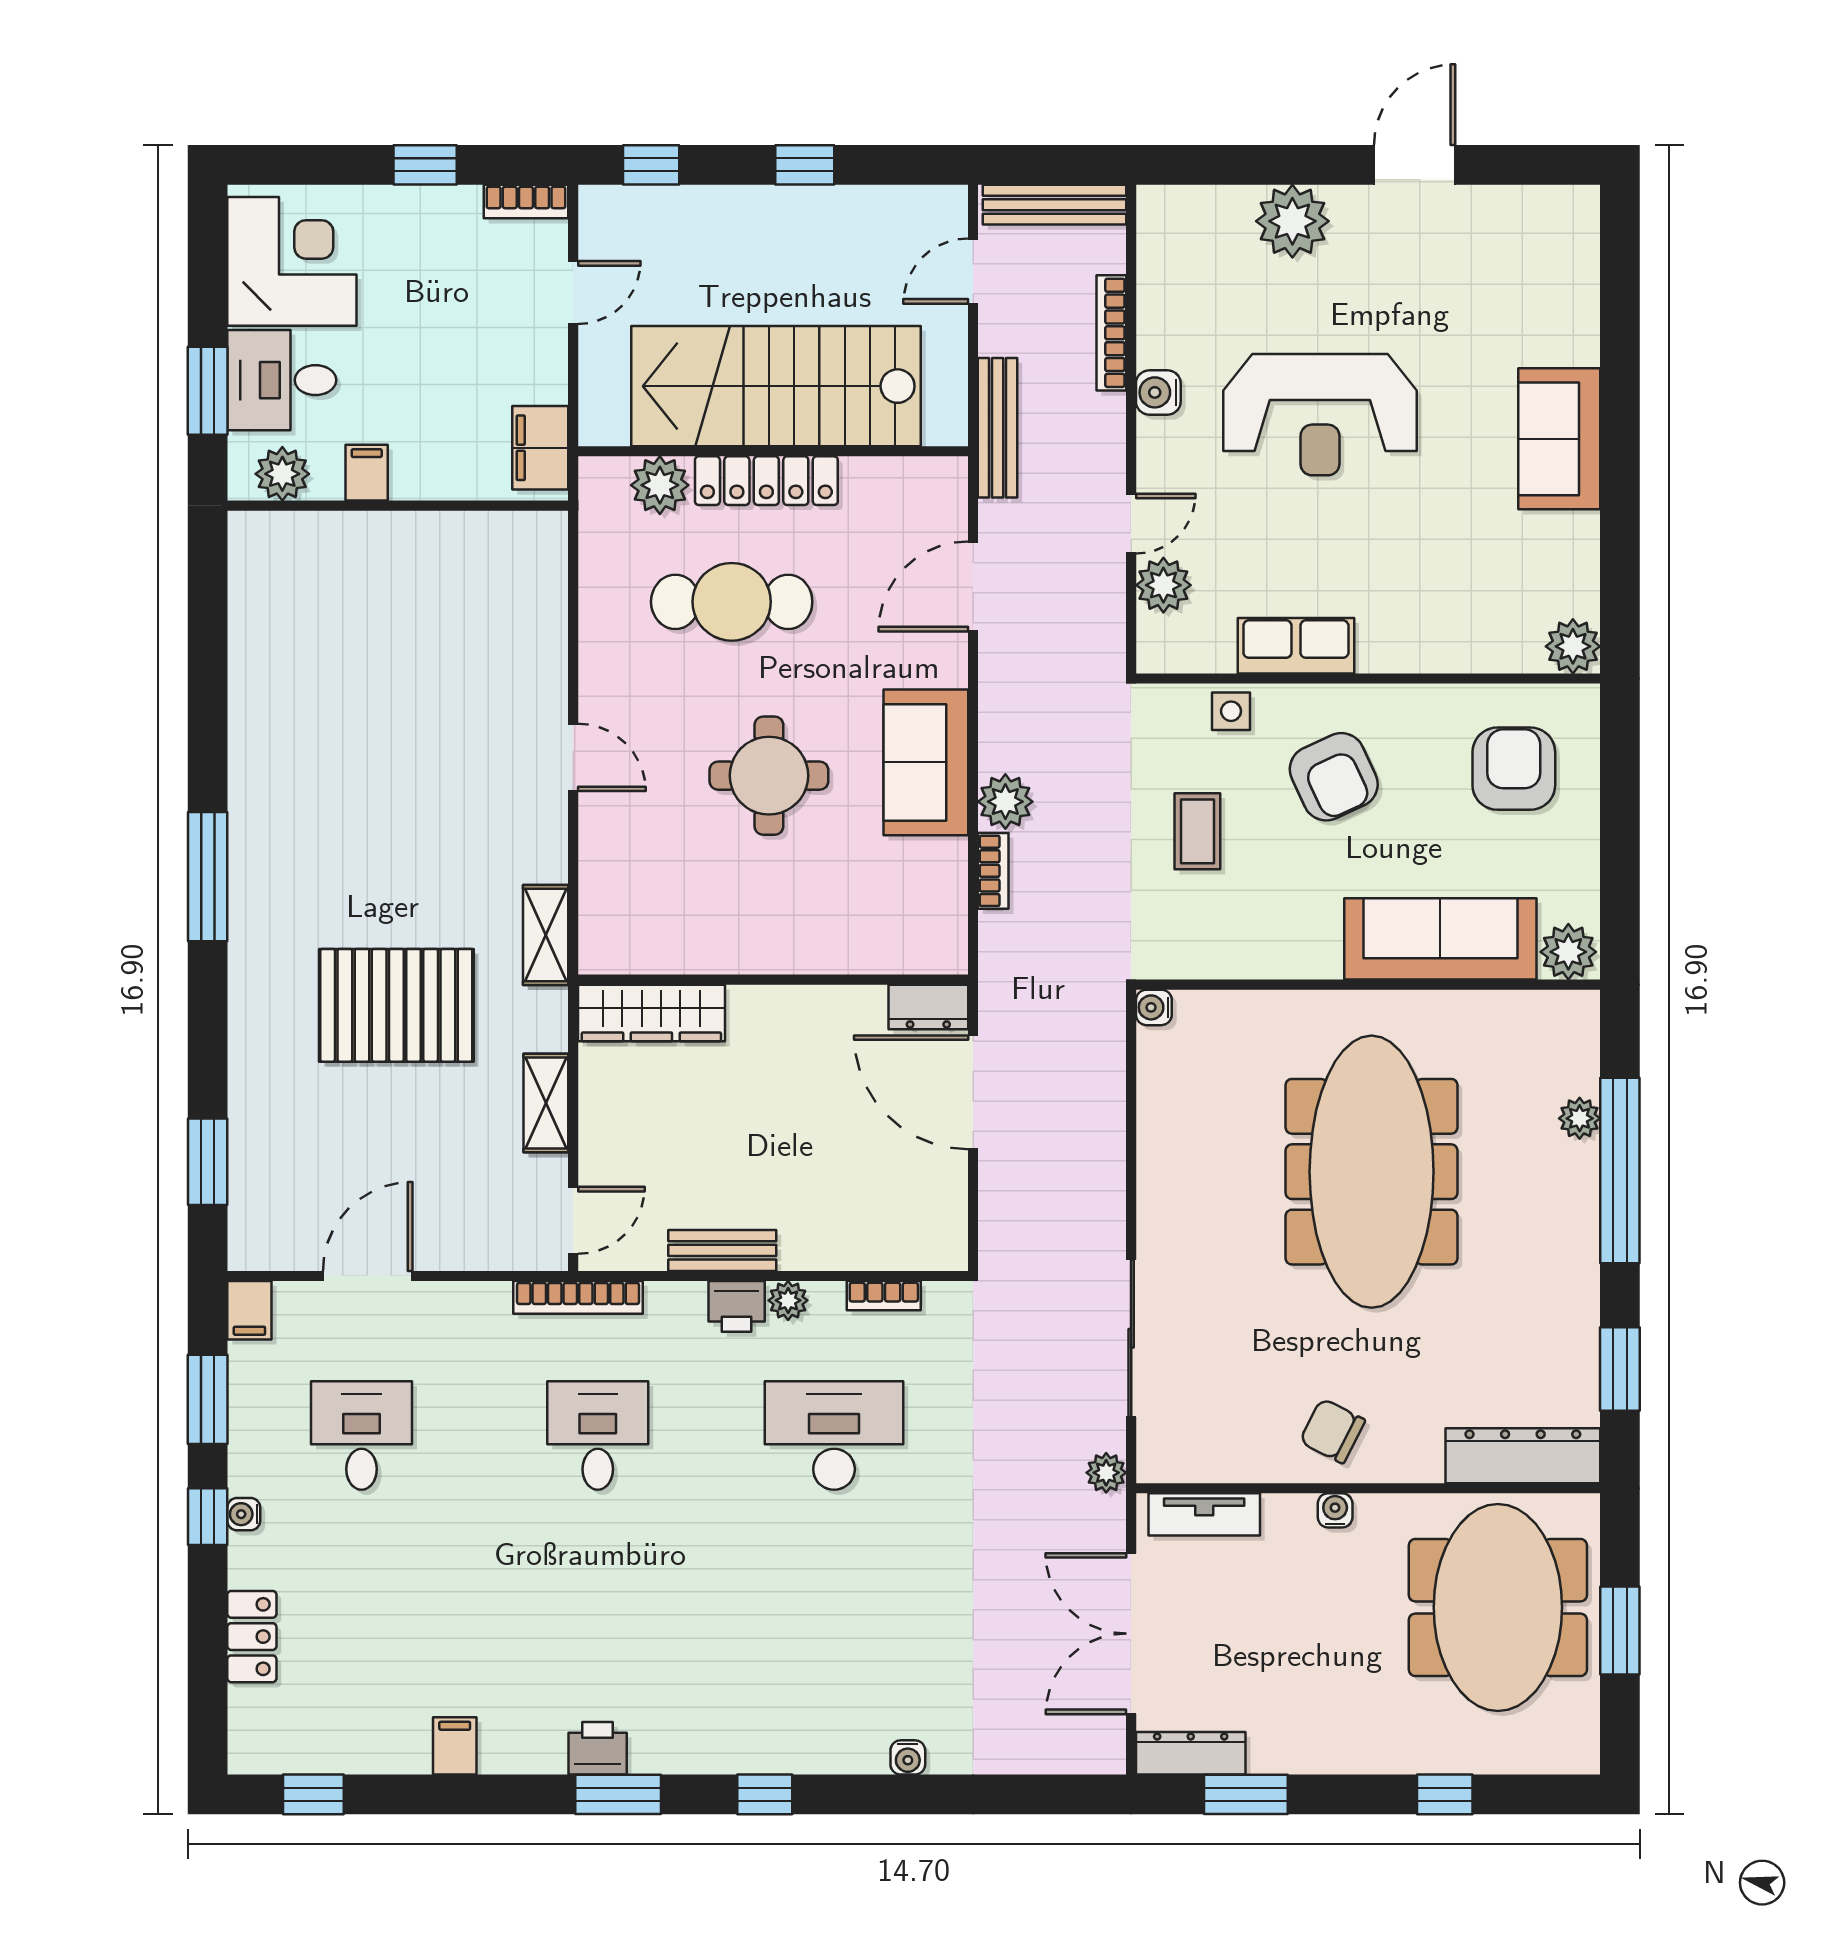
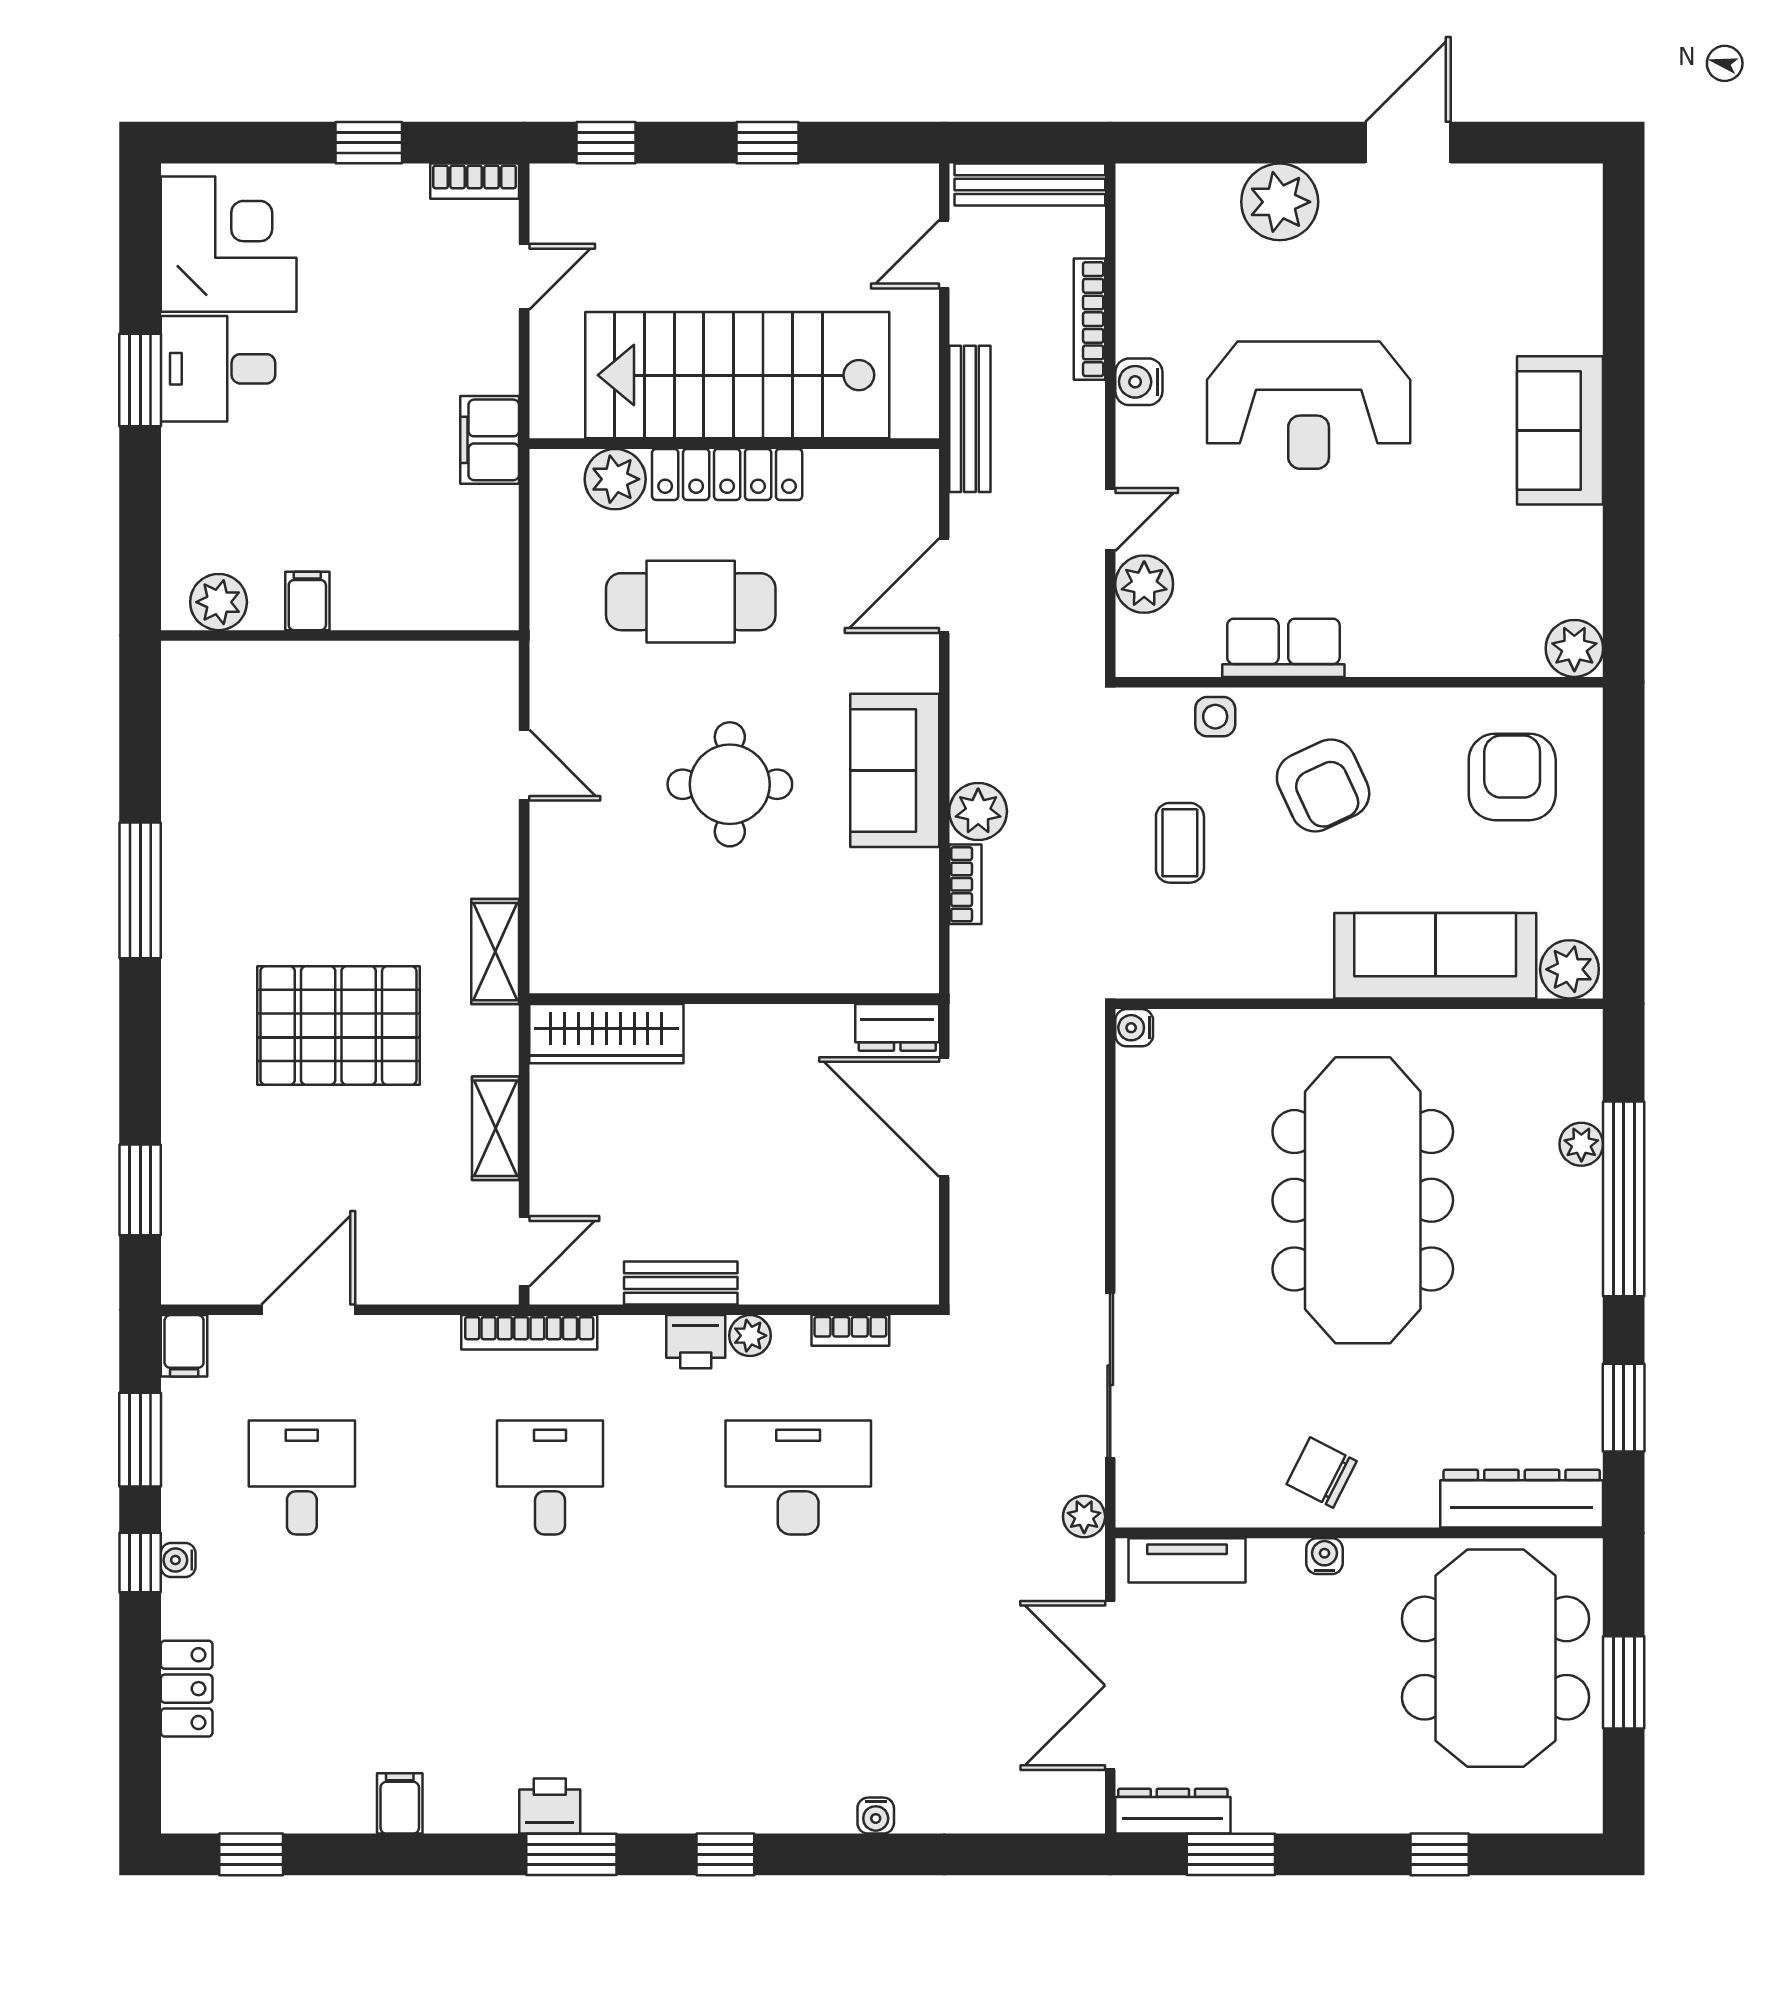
filing cabinet: (367, 473) -> (307, 601), moved
plant: (282, 474) -> (219, 602), moved
wall: (398, 506) -> (340, 636), moved

